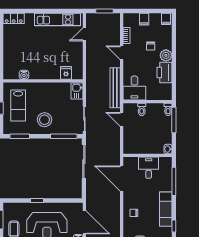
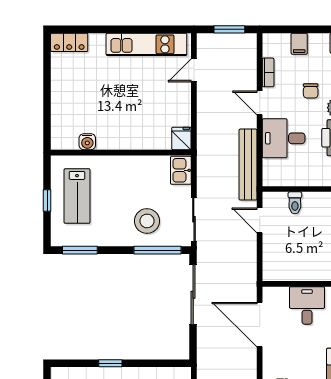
fridge: (66, 73) -> (181, 138), moved
desk: (134, 88) -> (284, 138), moved, turned 90
stool: (45, 120) -> (147, 221), moved

